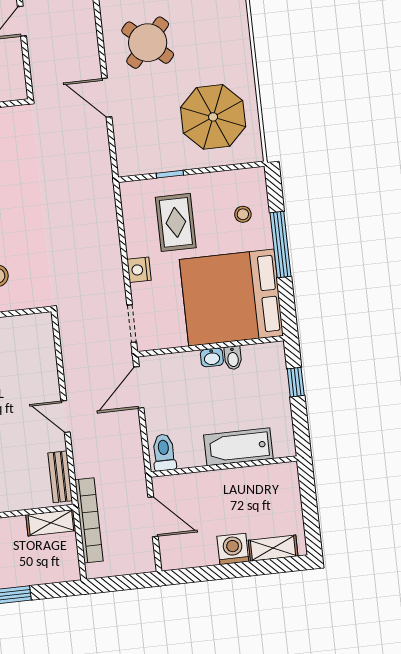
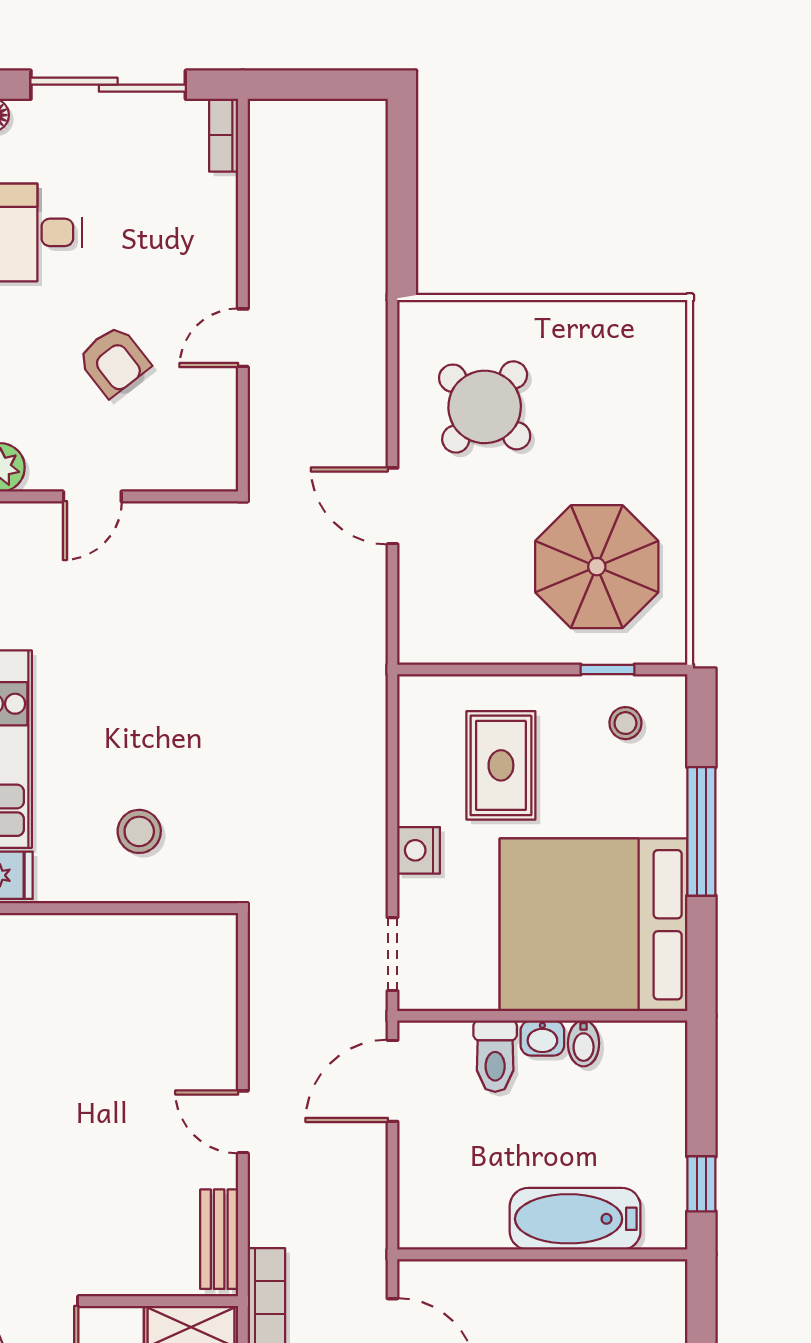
window: (170, 174) -> (607, 669), moved
stool: (243, 214) -> (625, 723), moved
window: (296, 382) -> (701, 1184), moved
toilet: (164, 452) -> (495, 1056), moved, turned 180

